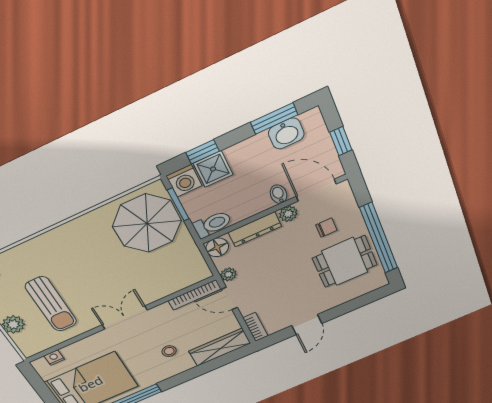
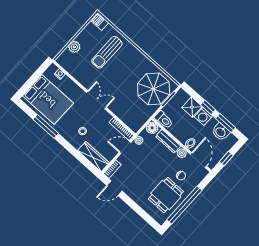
window: (202, 152) -> (208, 107), moved
washing machine: (184, 181) -> (203, 116), moved
dining table: (345, 262) -> (166, 195), turned 90
door: (229, 298) -> (125, 147), hinge flipped
sun lounger: (51, 304) -> (107, 52), moved
door: (307, 324) -> (114, 188), moved

